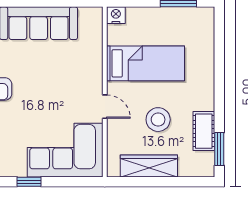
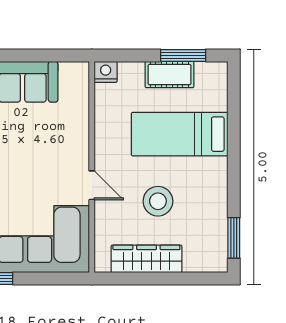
bed: (146, 63) -> (180, 134), moved, turned 180
cot: (204, 131) -> (169, 75), moved, turned 90

